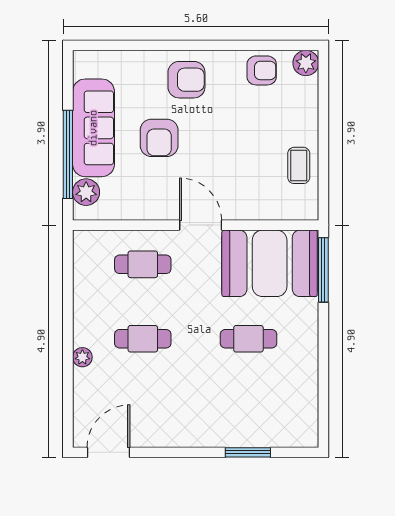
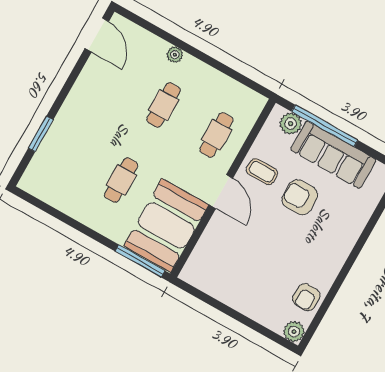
armchair: (186, 80) -> (330, 240), removed
coffee table: (299, 165) -> (262, 172), moved
door: (201, 225) -> (221, 192), hinge flipped

